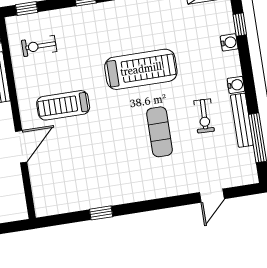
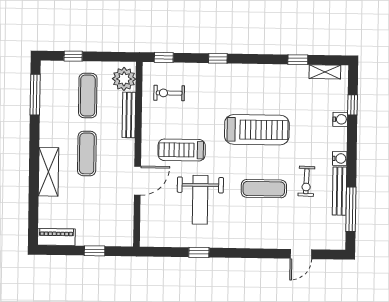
exercise mat: (159, 132) -> (264, 189), turned 90
weight bench: (93, 156) -> (200, 200), added

